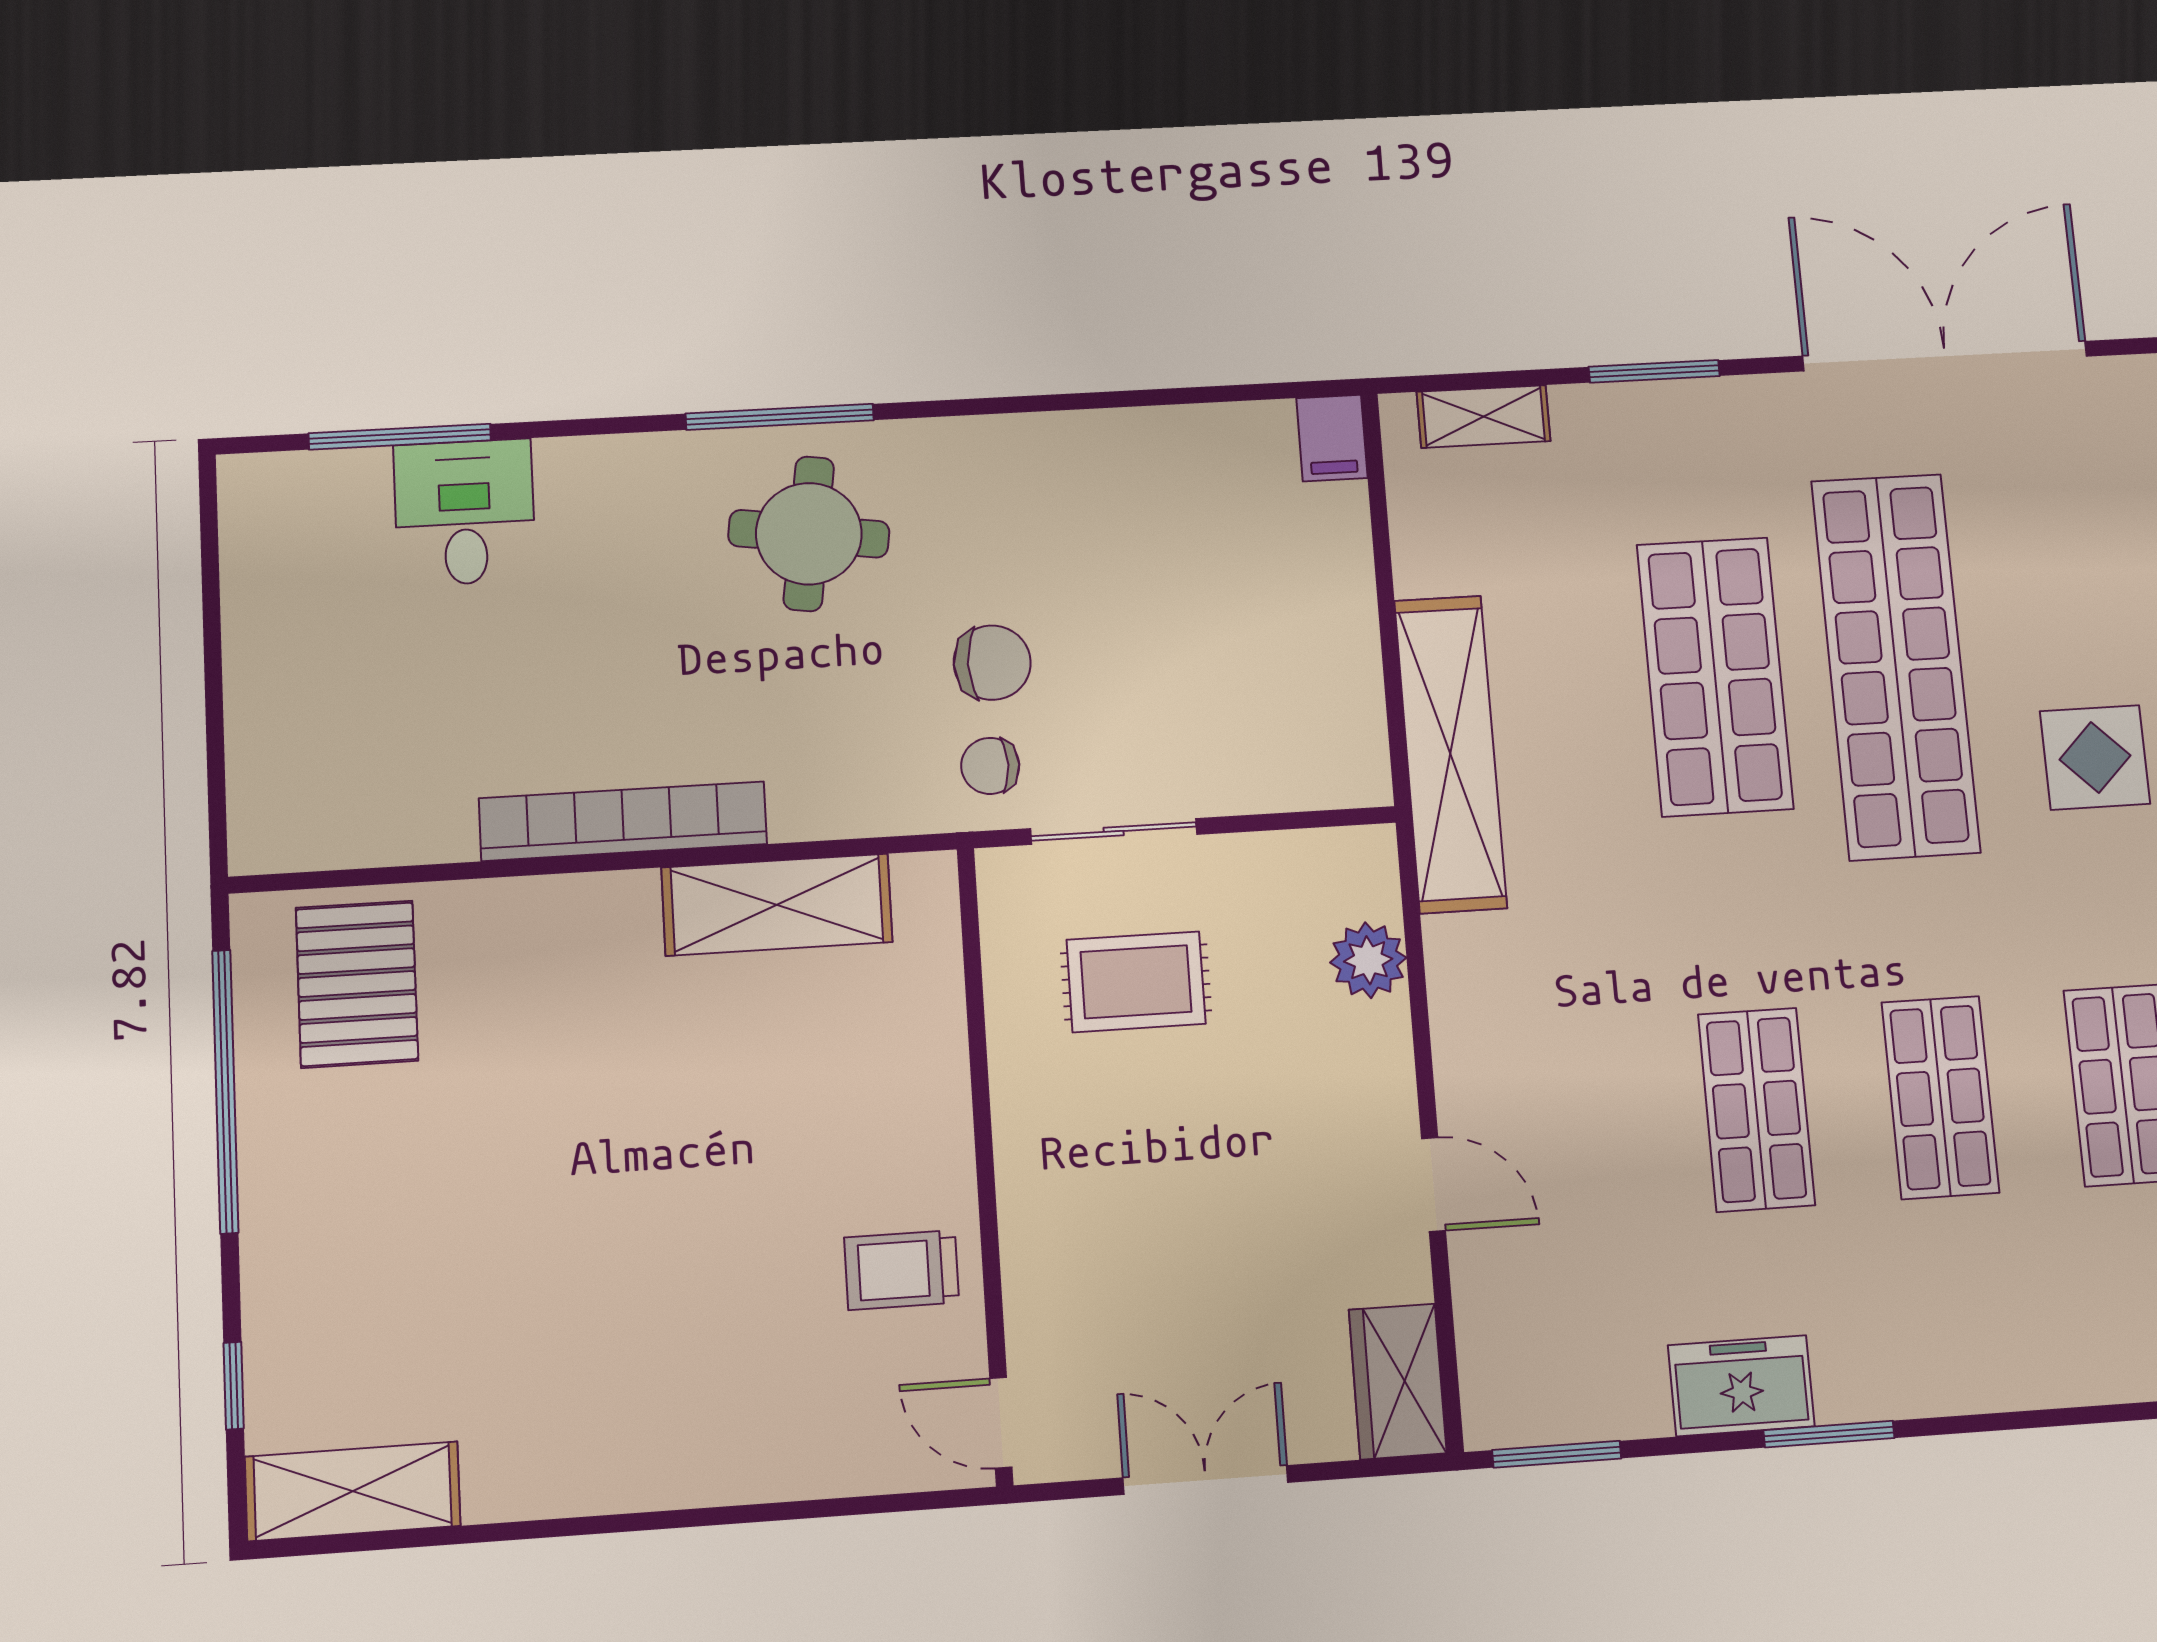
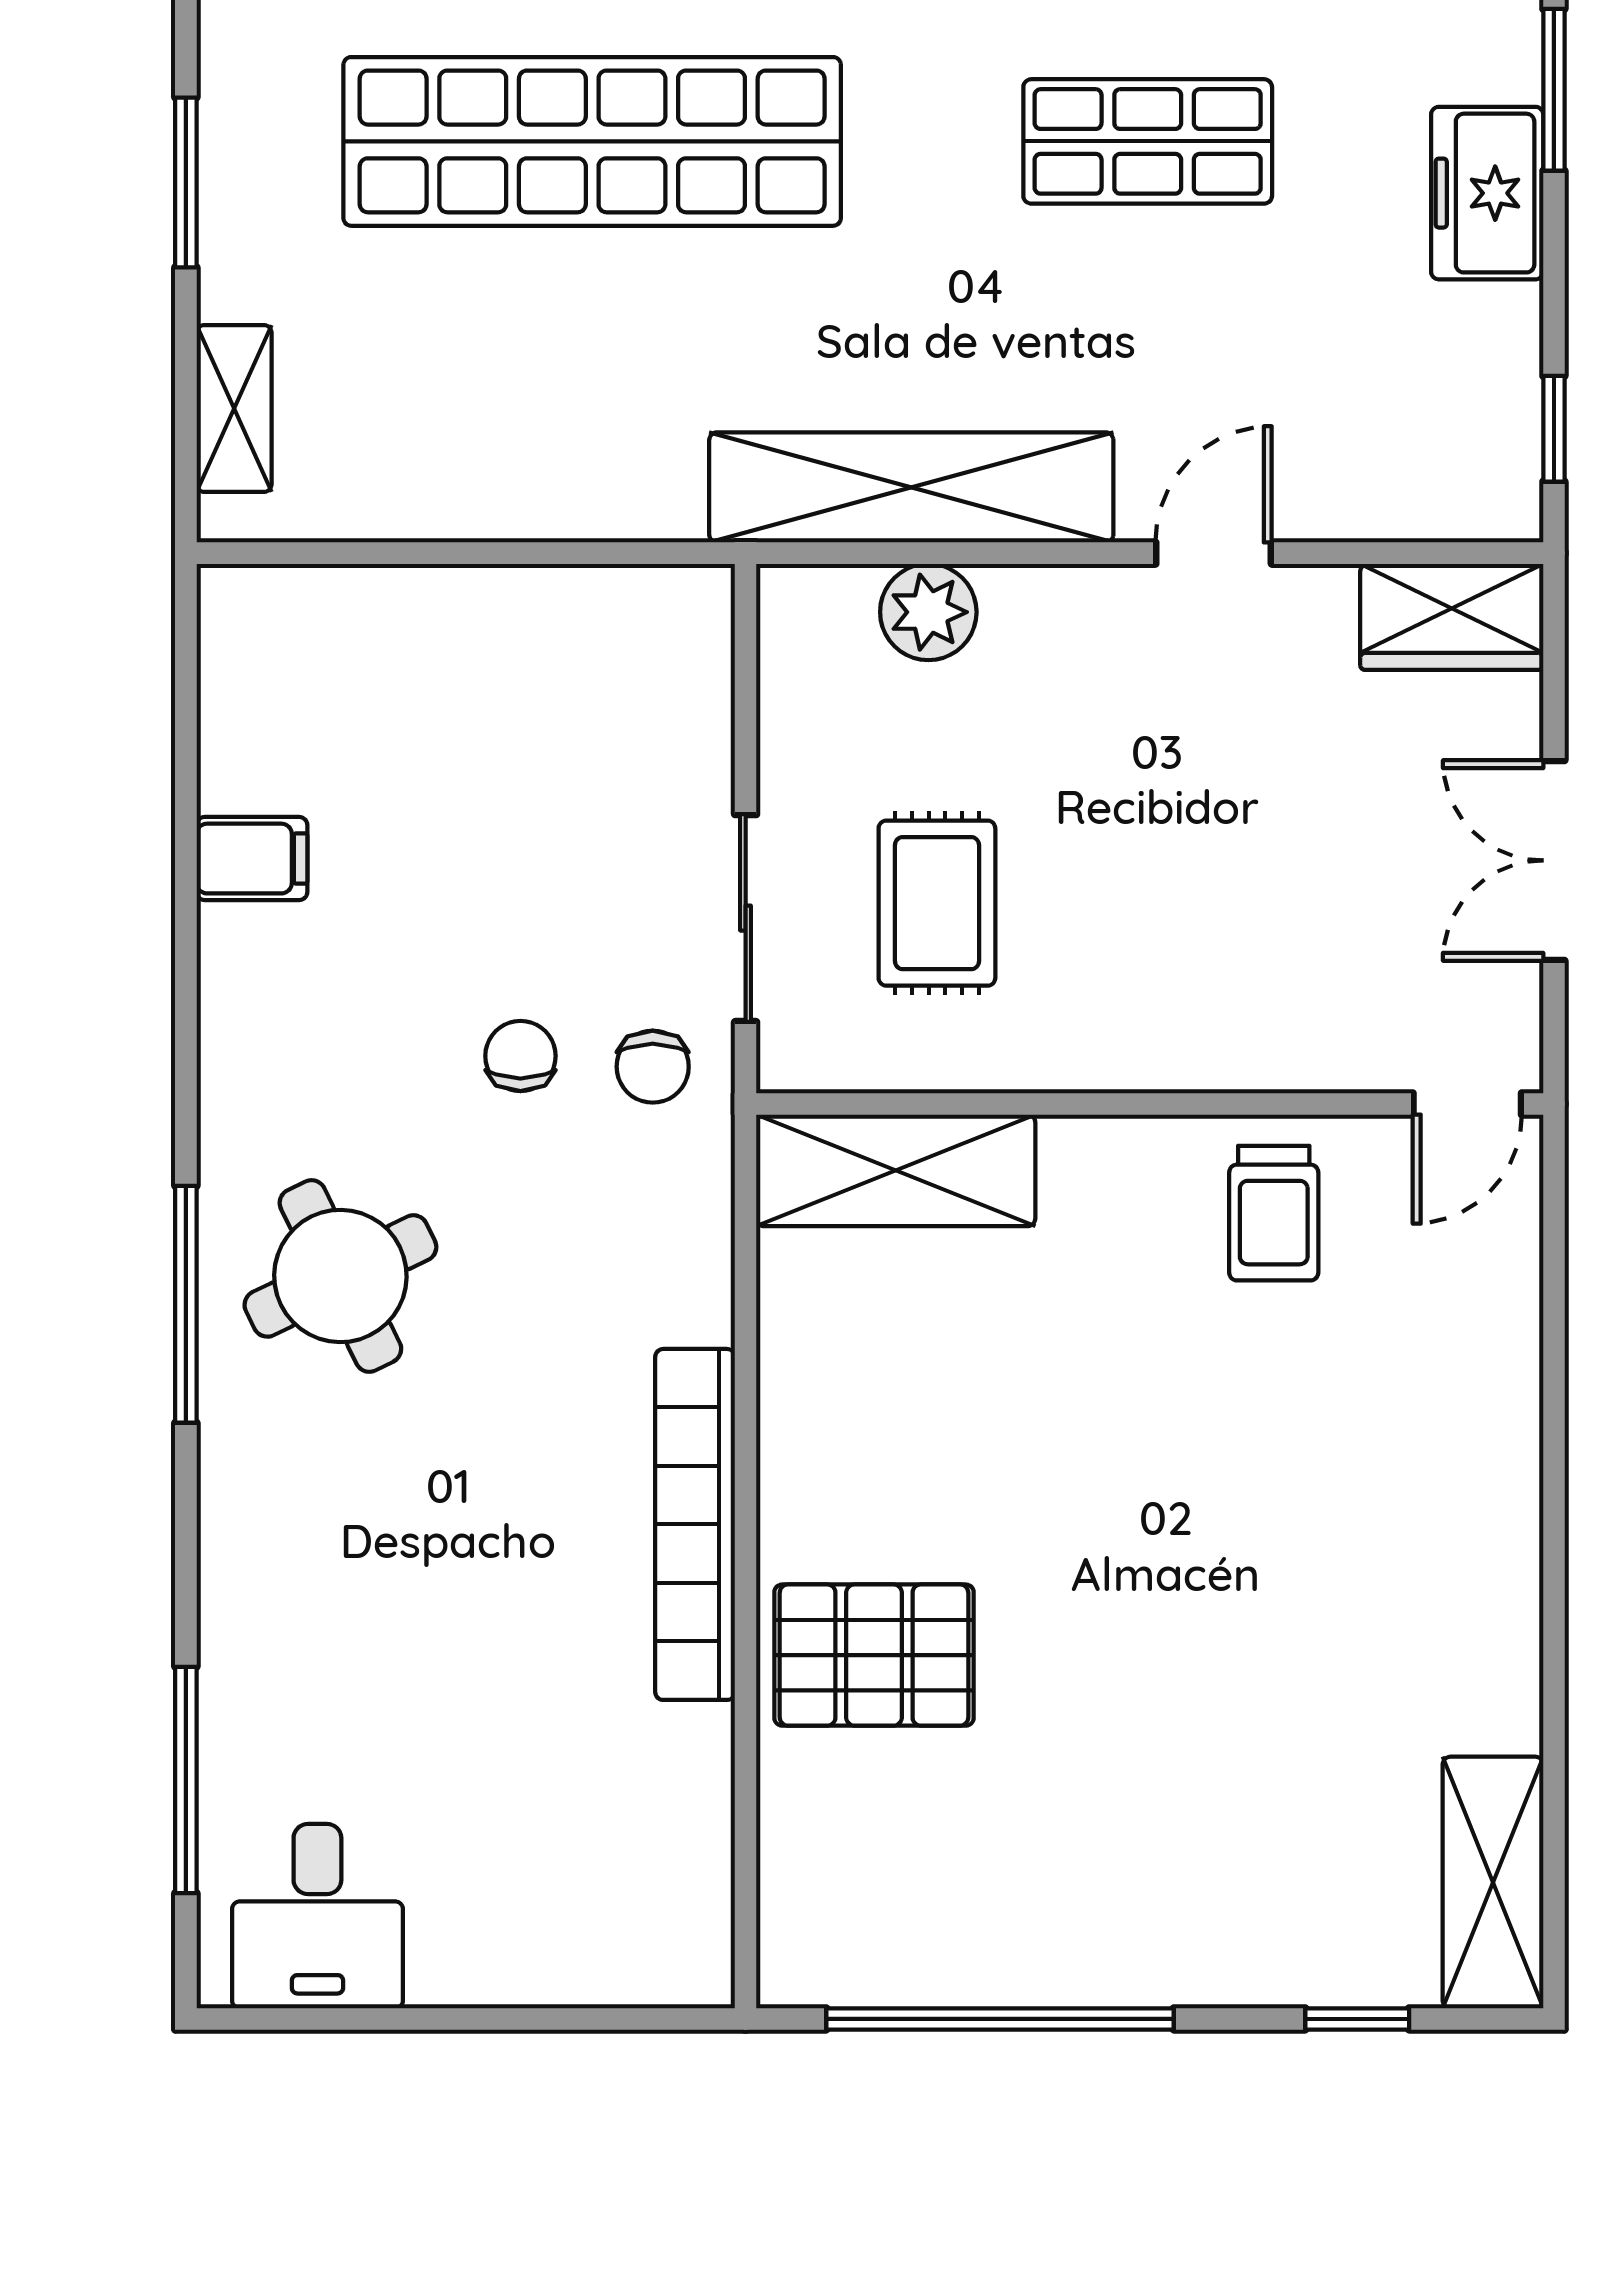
filing cabinet: (1332, 438) -> (252, 859), moved
desk: (465, 512) -> (317, 1916), moved, turned -90
round table: (809, 534) -> (340, 1276), turned -34
chair: (992, 663) -> (520, 1056), width x0.73, depth x0.73
shop shelf: (1715, 676) -> (592, 141), width x1.40
shelving: (1450, 754) -> (911, 487), moved
shelving: (777, 905) -> (896, 1170), moved, turned 90
pallet: (357, 984) -> (874, 1655), moved
window: (1557, 1454) -> (1554, 429), width x0.67

